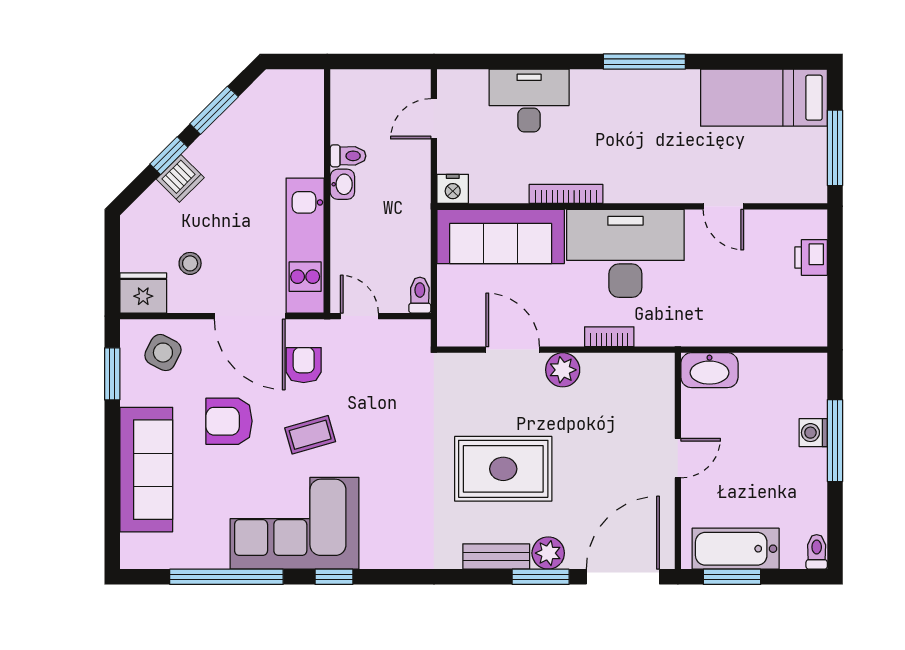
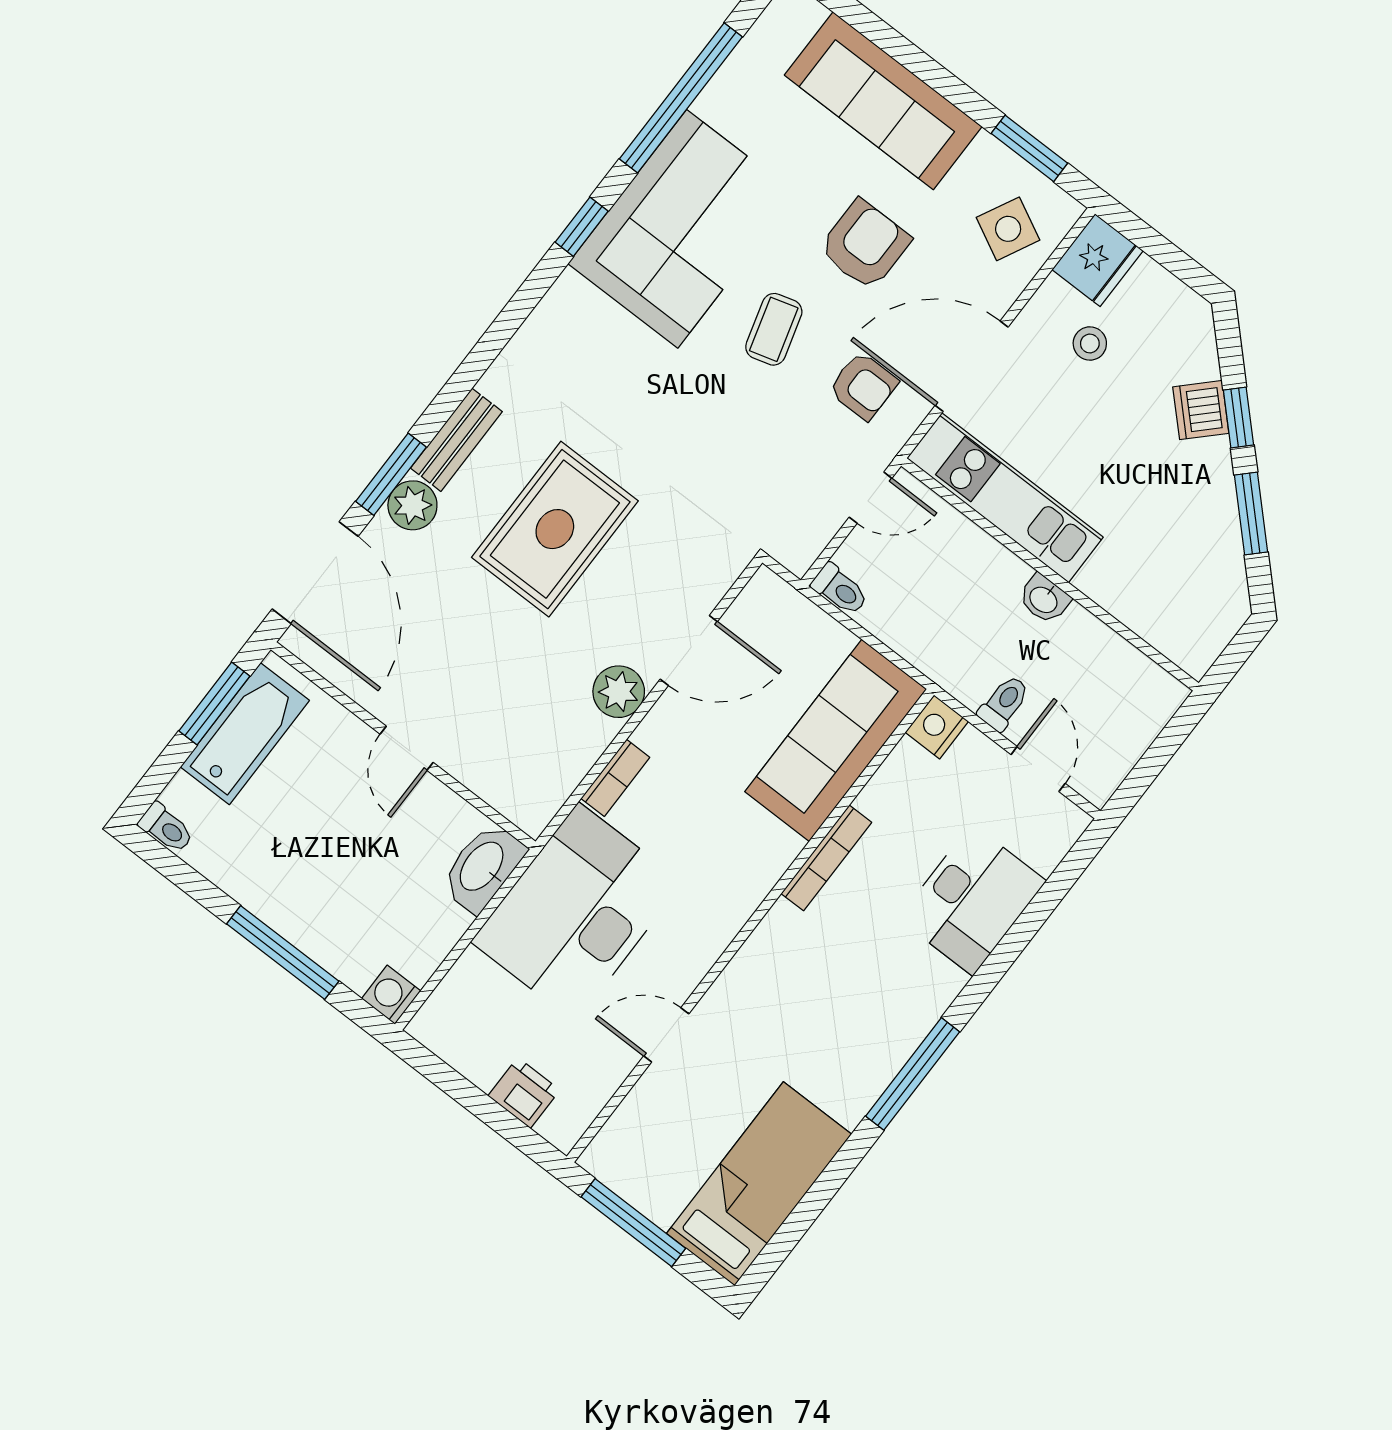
toilet: (348, 156) -> (1004, 703), moved, turned 180
desk: (625, 253) -> (577, 912), moved, turned 180
washing machine: (813, 433) -> (391, 995), moved, turned -90

